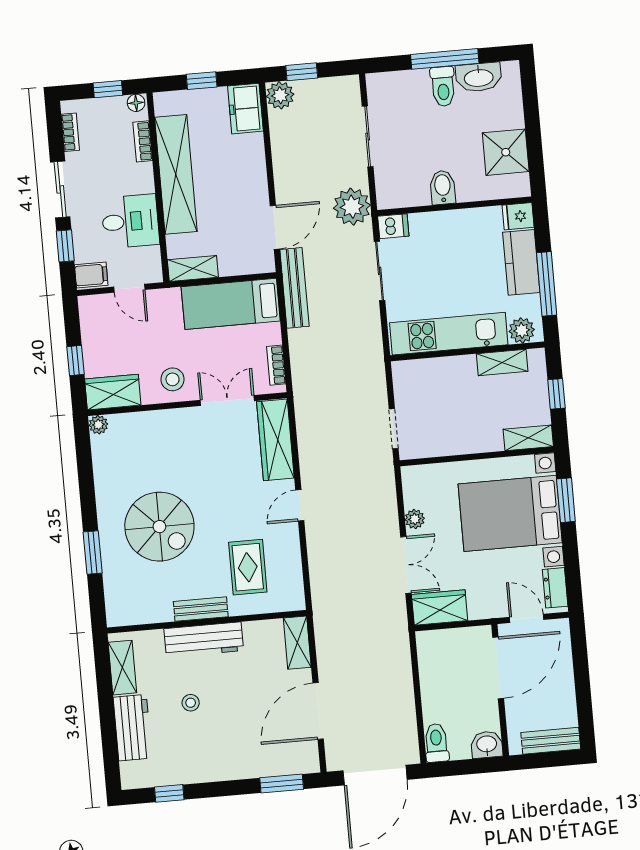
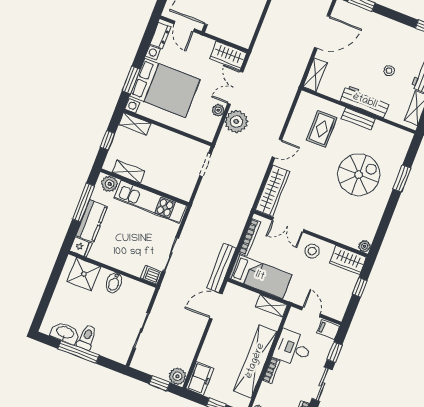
bookcase: (143, 141) -> (271, 371), moved
shower: (506, 152) -> (84, 274), moved
plant: (352, 207) -> (236, 122), moved
bookcase: (276, 365) -> (250, 237), width x1.56
spiral stairs: (159, 527) -> (359, 175), turned 90

